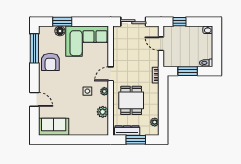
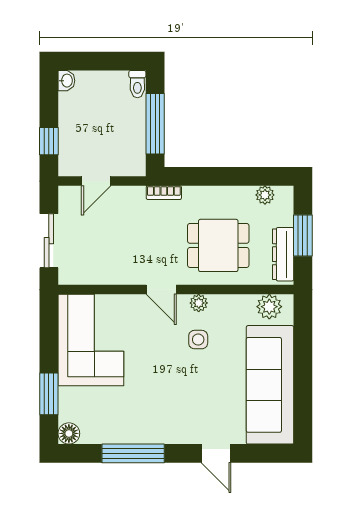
floor lamp: (60, 31) -> (69, 433), moved
window: (34, 48) -> (133, 453), moved
armchair: (50, 62) -> (136, 419), removed
window: (188, 71) -> (155, 124), width x1.44
door: (34, 99) -> (216, 453), swing flipped
plant: (103, 112) -> (269, 307), moved
sofa: (54, 127) -> (270, 385), width x1.85, depth x1.27

